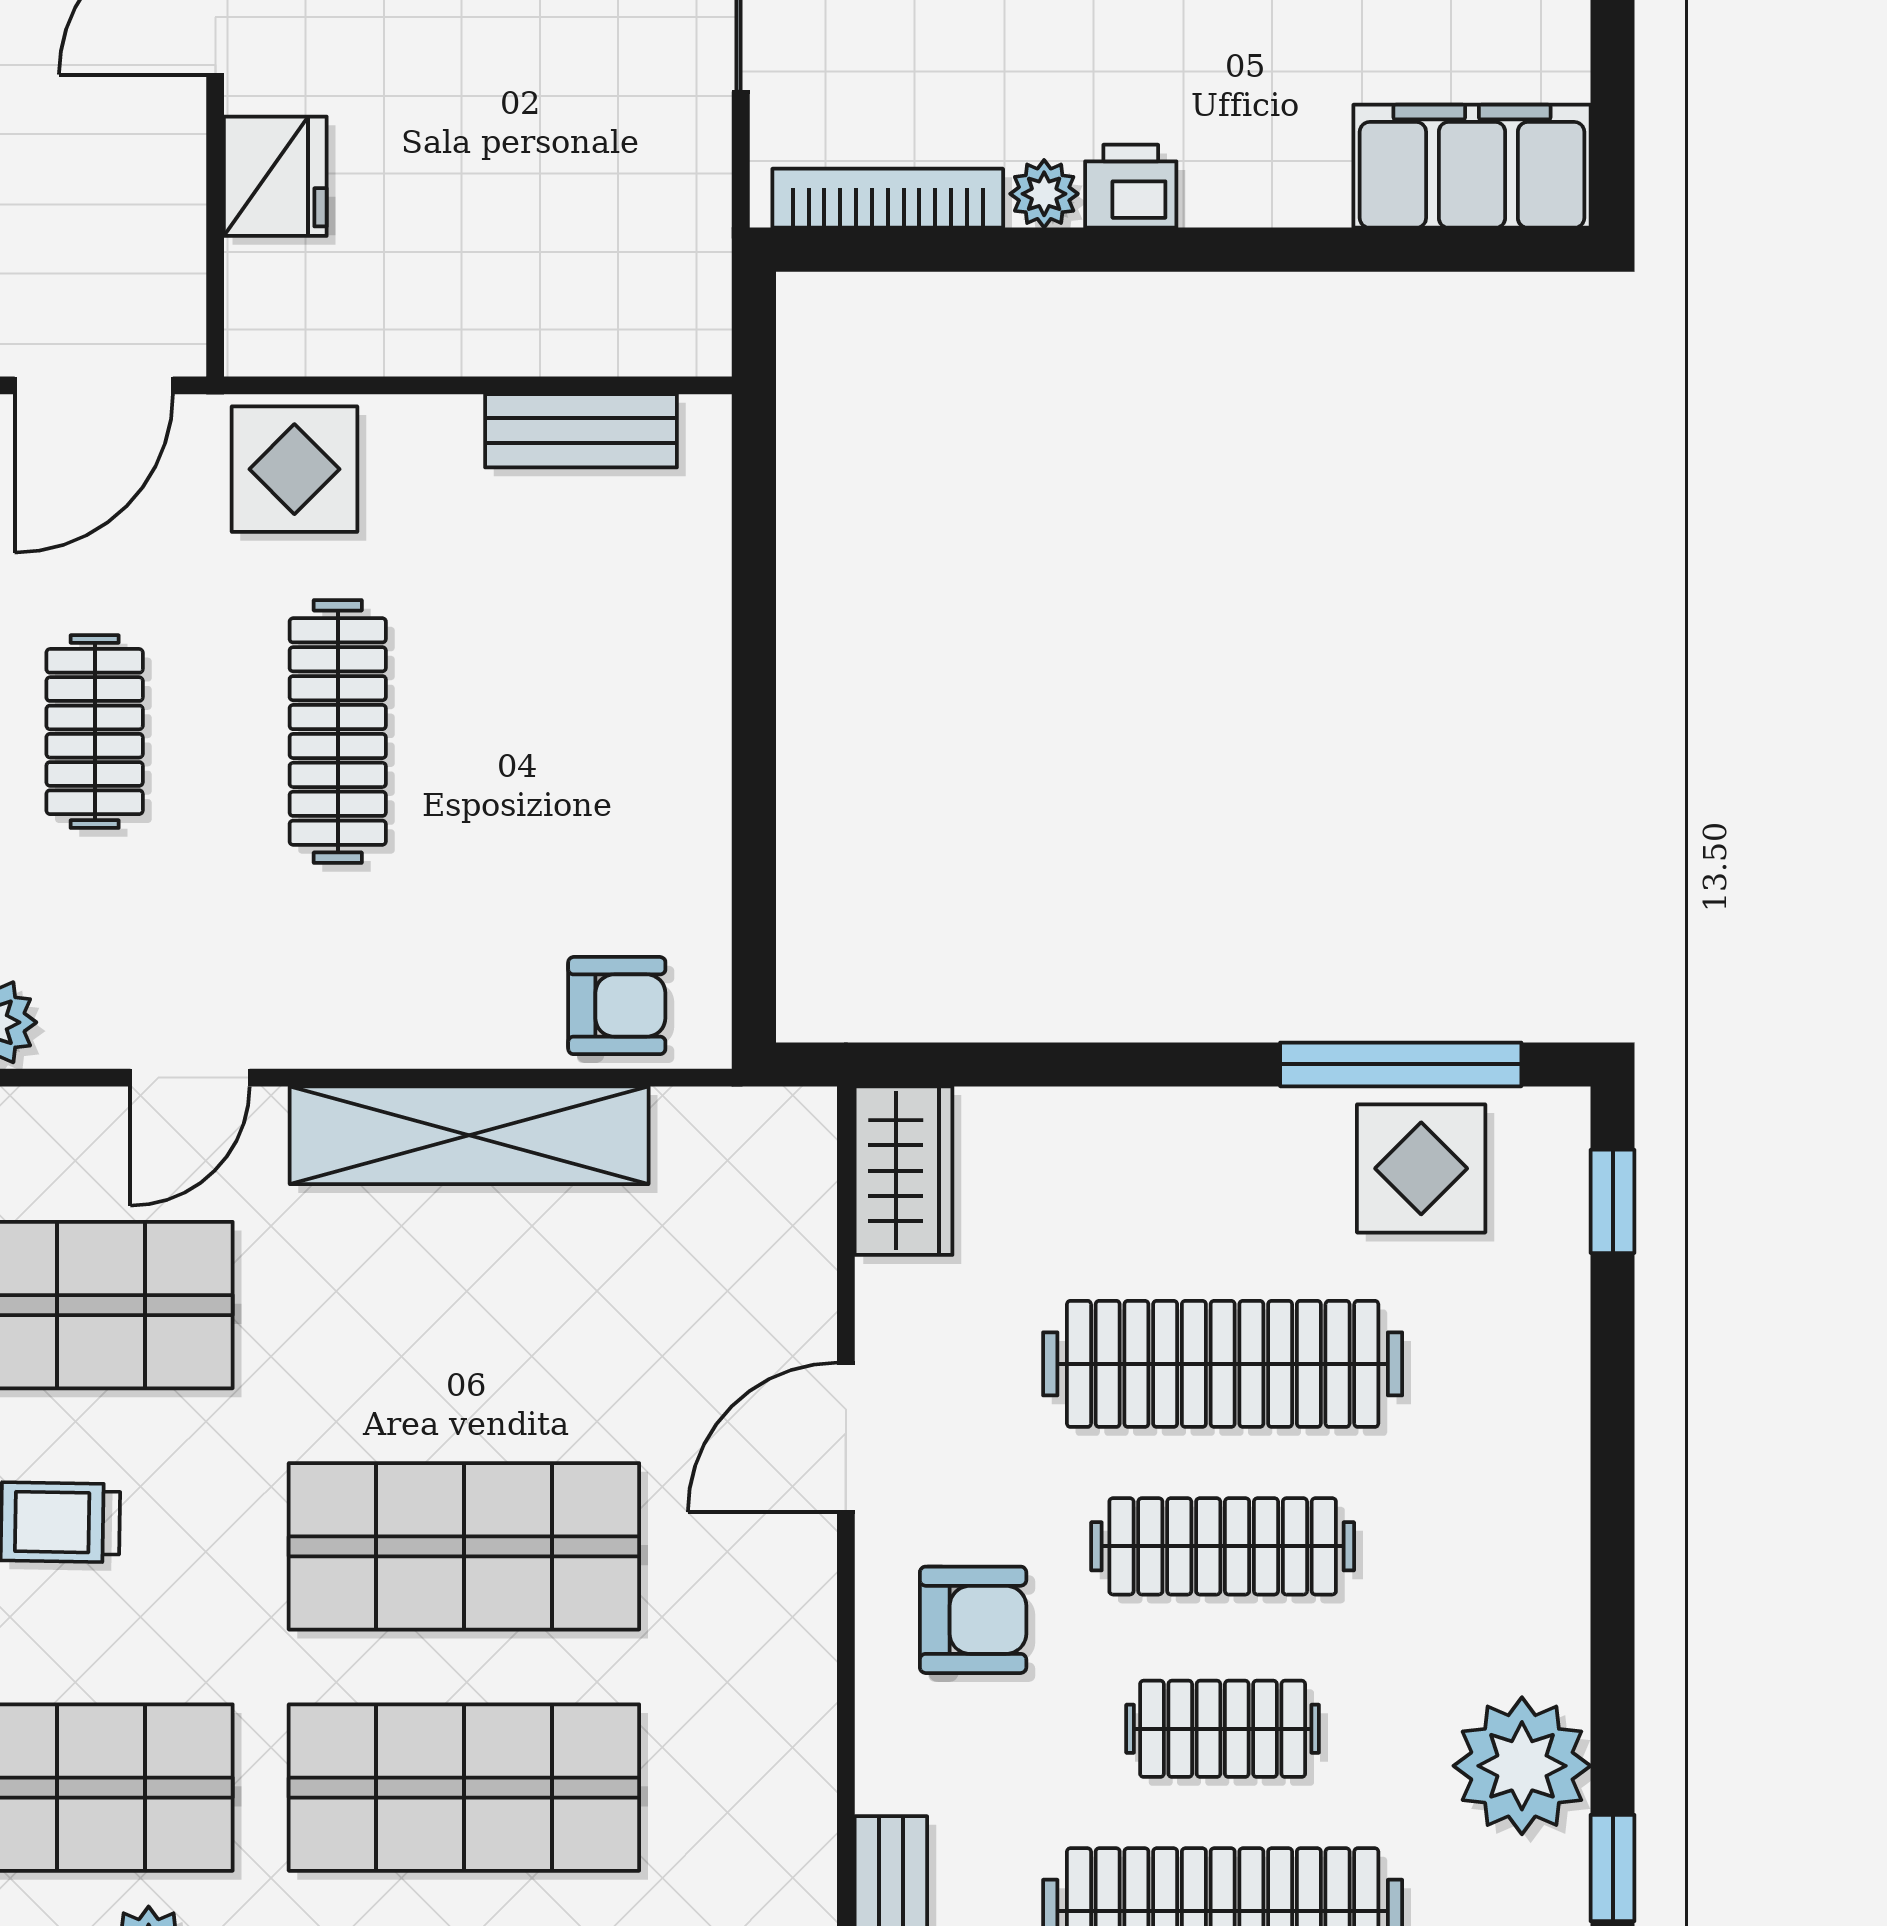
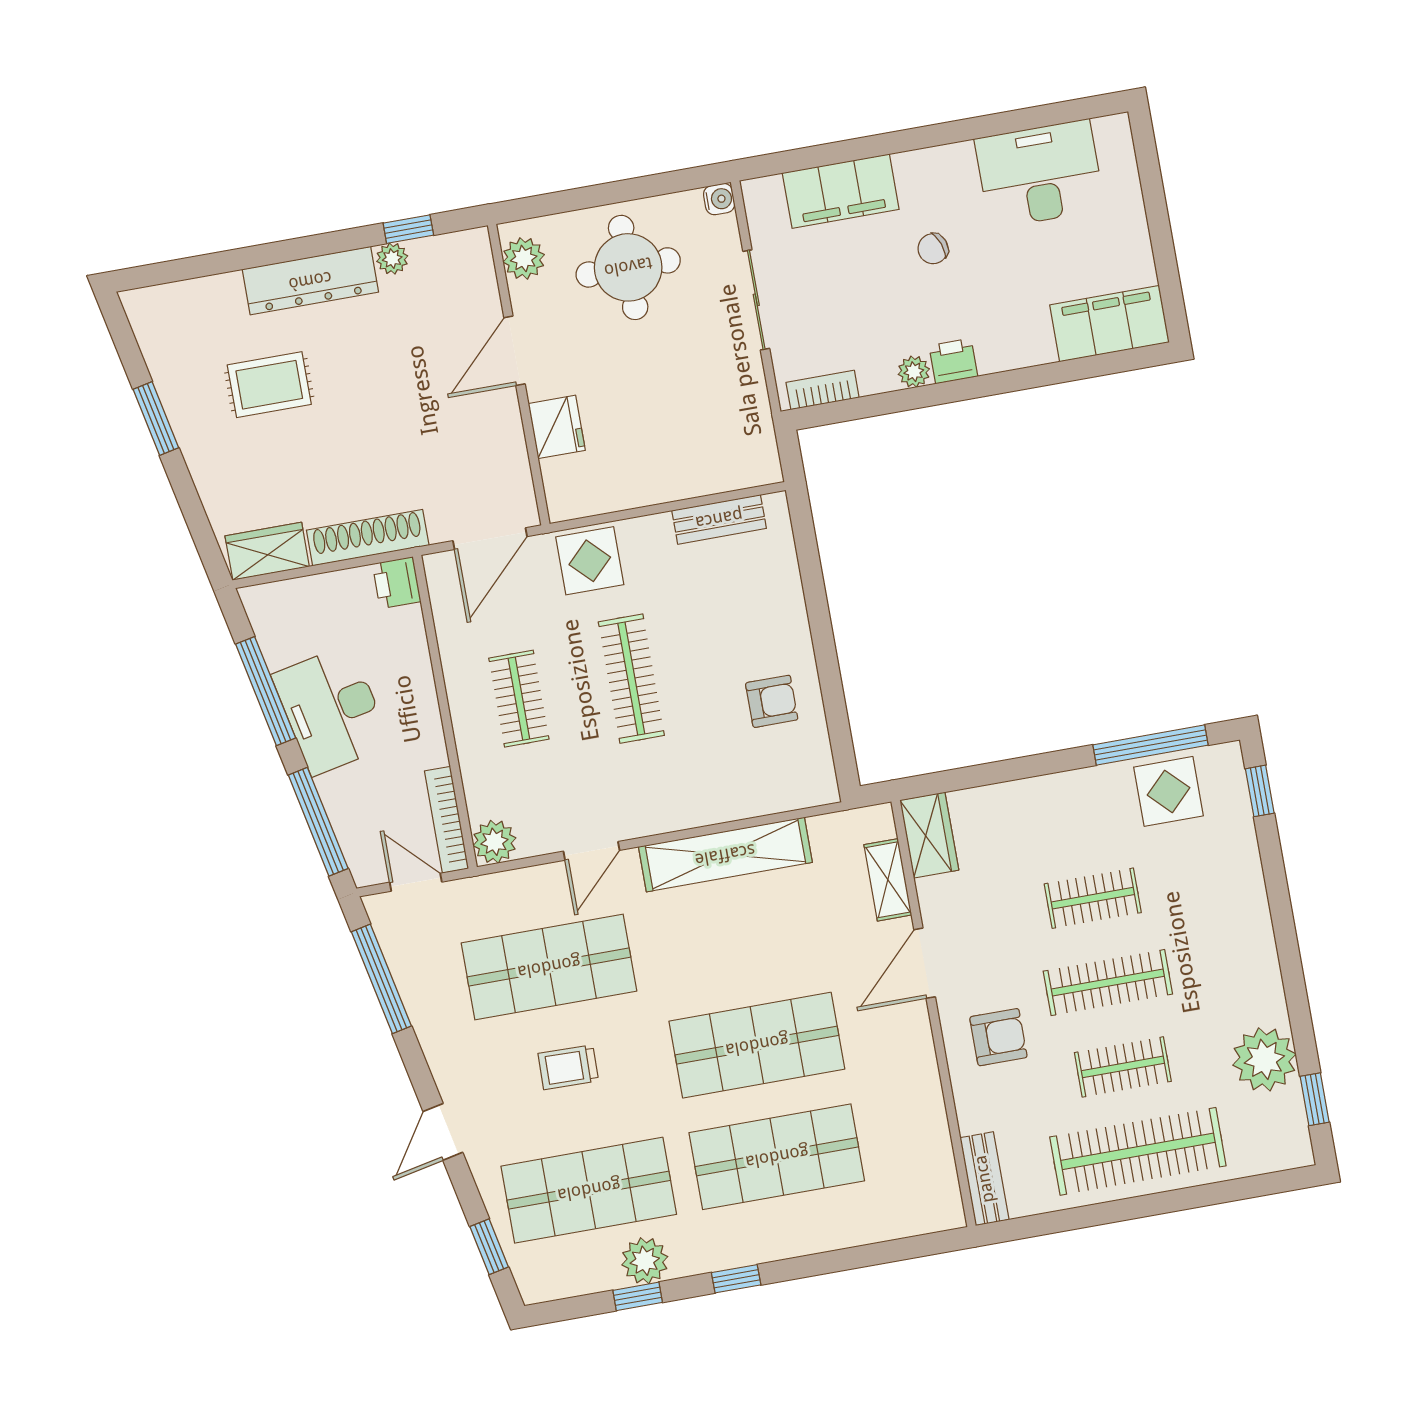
bookcase: (888, 198) -> (823, 390), width x0.64
armchair: (617, 1006) -> (772, 701), moved
shelving: (800, 1249) -> (888, 880), added
clothes rail: (1223, 1364) -> (1093, 898), width x0.54, depth x0.76

